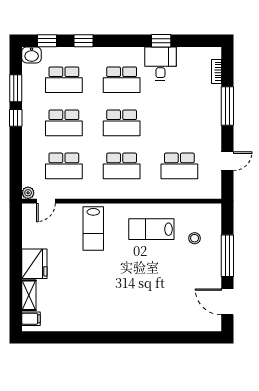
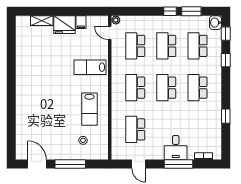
desk: (160, 64) -> (176, 148), moved, turned 90
lab bench: (151, 229) -> (89, 109), turned 180
door: (227, 302) -> (37, 164), hinge flipped
filing cabinet: (31, 319) -> (81, 22), moved

